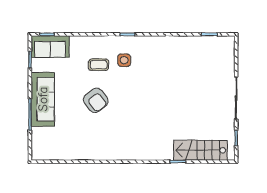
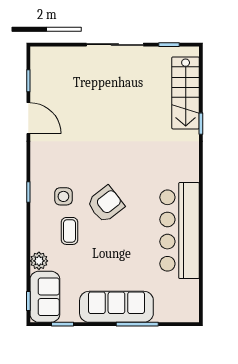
door: (182, 34) -> (28, 118), added
plant: (77, 42) -> (39, 261), added
armchair: (96, 100) -> (106, 204), moved
bar counter: (99, 146) -> (180, 231), added

